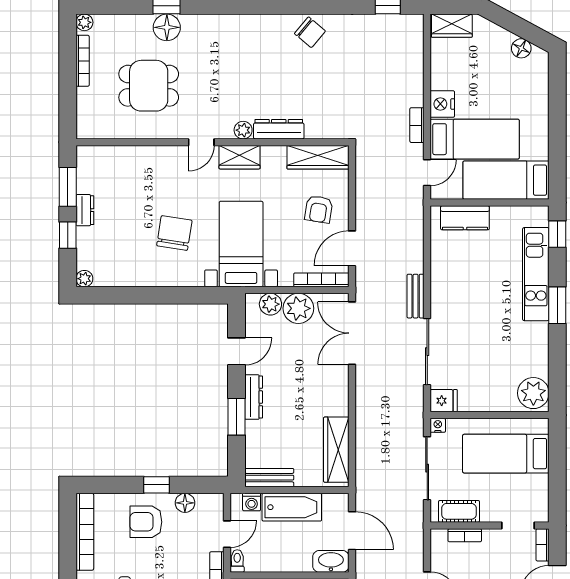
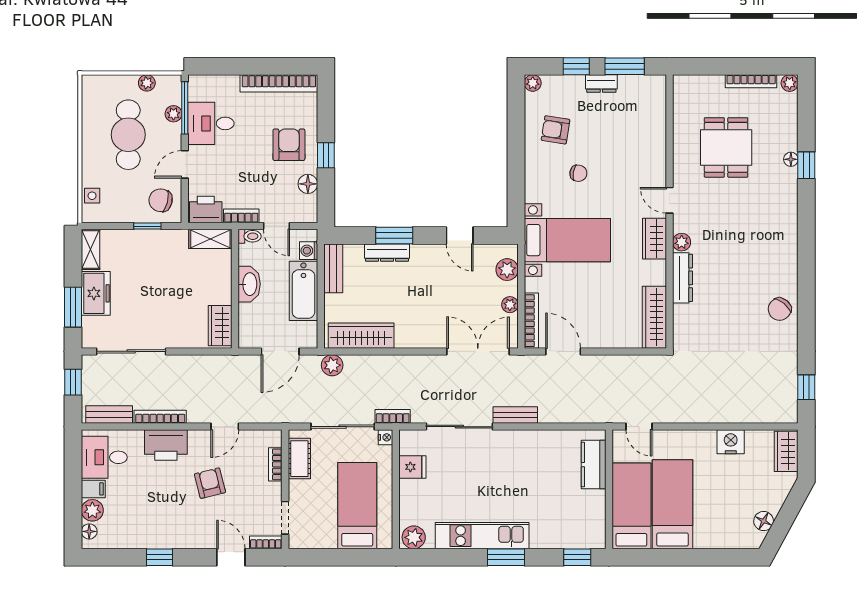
floor lamp: (167, 27) -> (791, 159), width x0.53, depth x0.53
nightstand: (442, 104) -> (731, 442), moved
bookcase: (417, 125) -> (393, 416), moved
bed: (475, 139) -> (673, 504), moved, turned 180
armchair: (319, 209) -> (555, 130), moved
chair: (174, 233) -> (578, 173), width x0.54, depth x0.54
kitchen unit: (536, 274) -> (482, 536), moved
plant: (298, 308) -> (510, 305), width x0.53, depth x0.53
plant: (533, 393) -> (414, 537), width x0.73, depth x0.73
dresser: (254, 397) -> (387, 253), moved
fridge: (444, 401) -> (412, 467), moved, turned -90
plant: (366, 479) -> (332, 365), added
washbasin: (331, 561) -> (249, 284), moved

